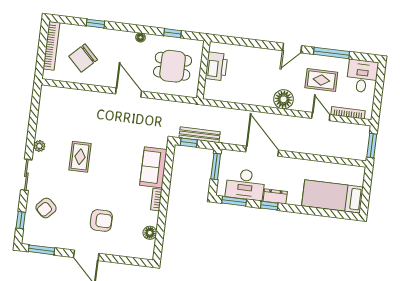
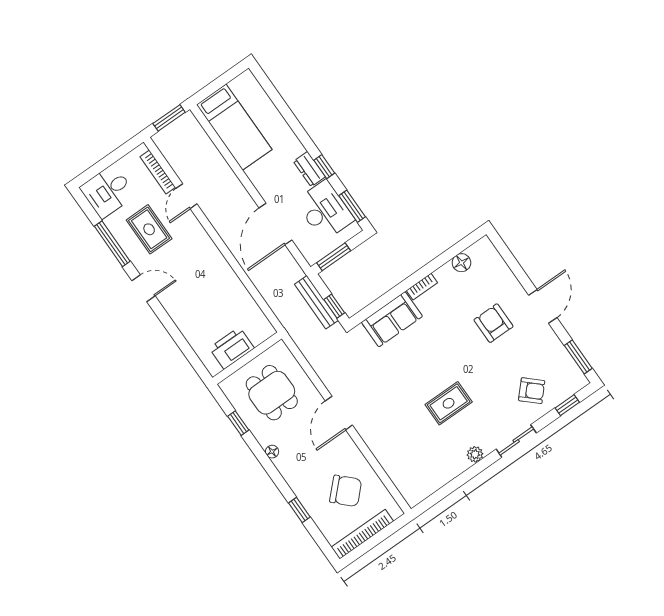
floor lamp: (284, 99) -> (203, 250), removed
bed: (332, 196) -> (234, 127), moved

